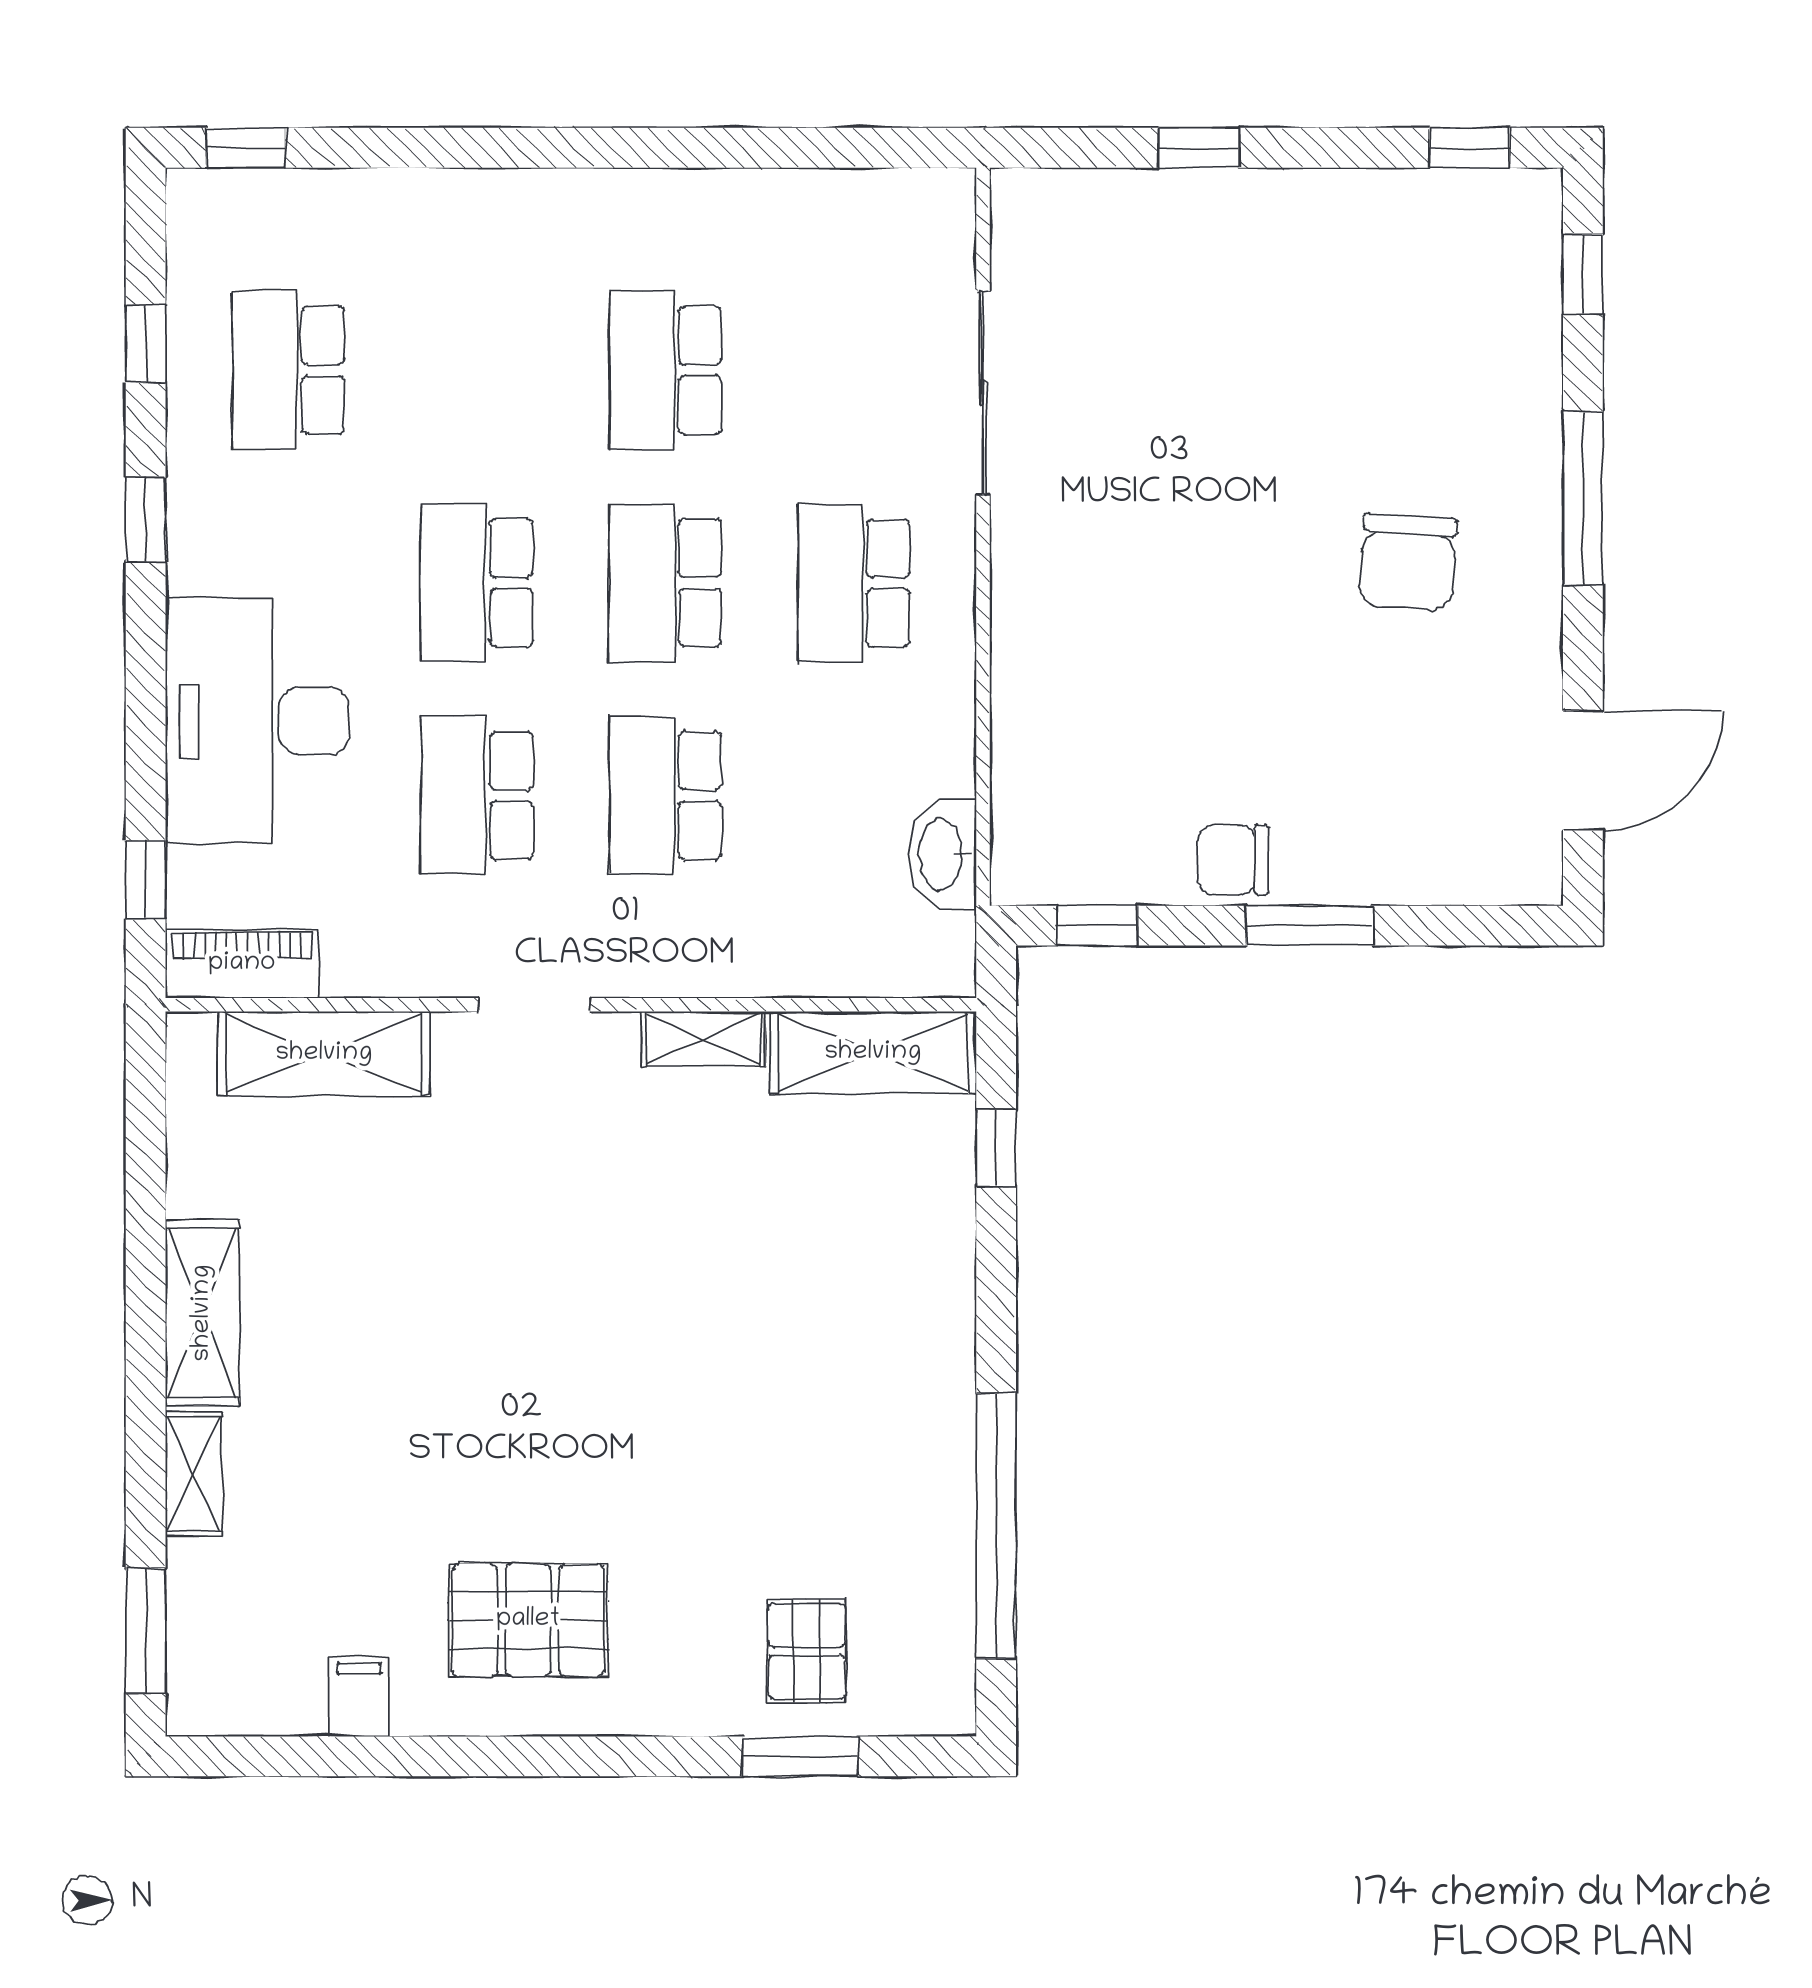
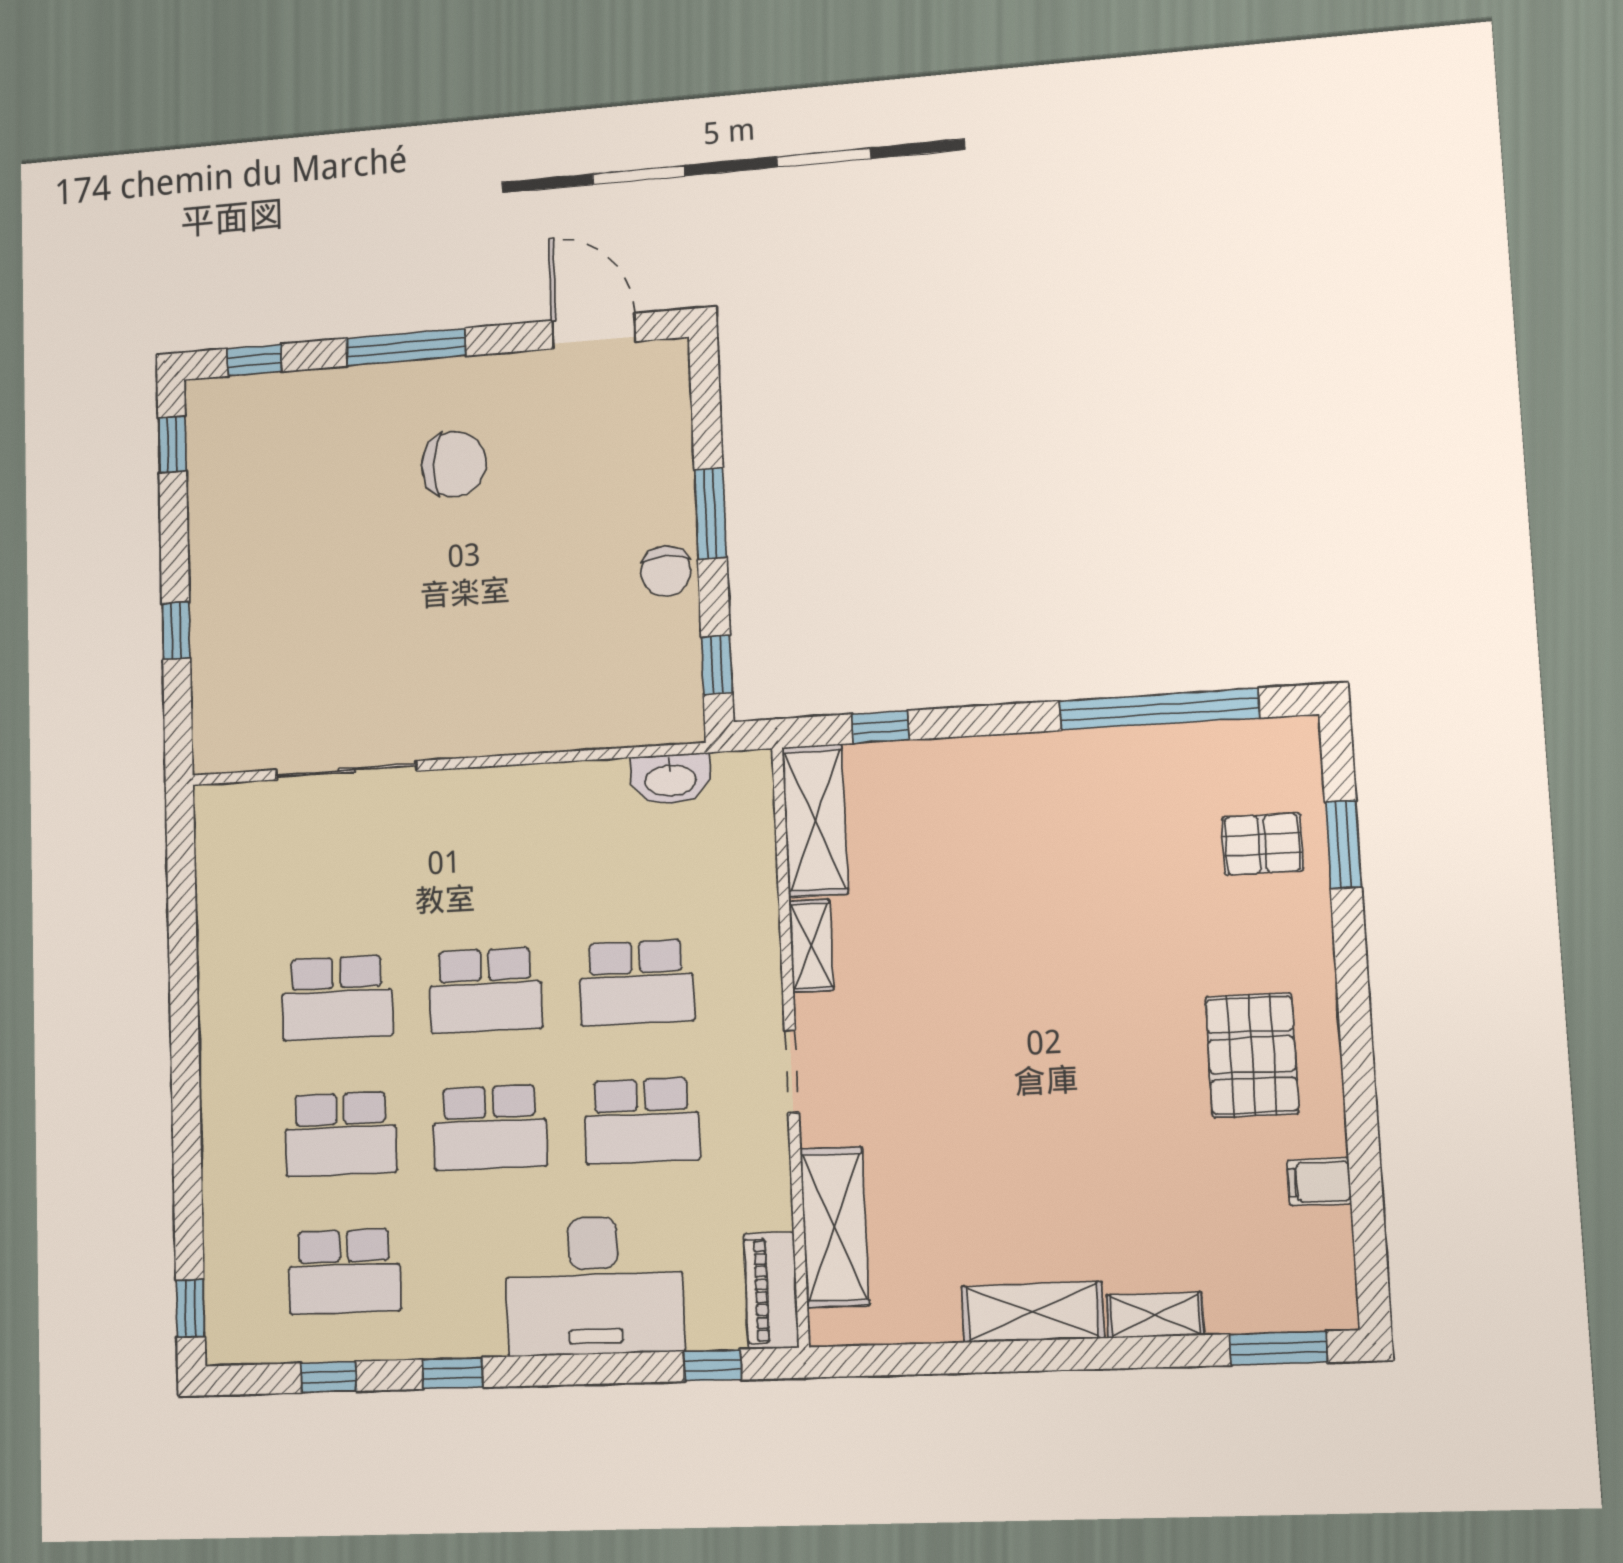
school desk: (854, 583) -> (341, 1134), moved

